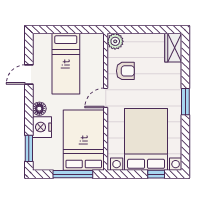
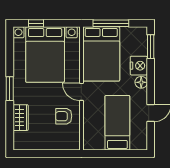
plant: (115, 41) -> (73, 143), removed
wardrobe: (173, 48) -> (21, 118), moved
door: (106, 98) -> (81, 92), swing flipped

